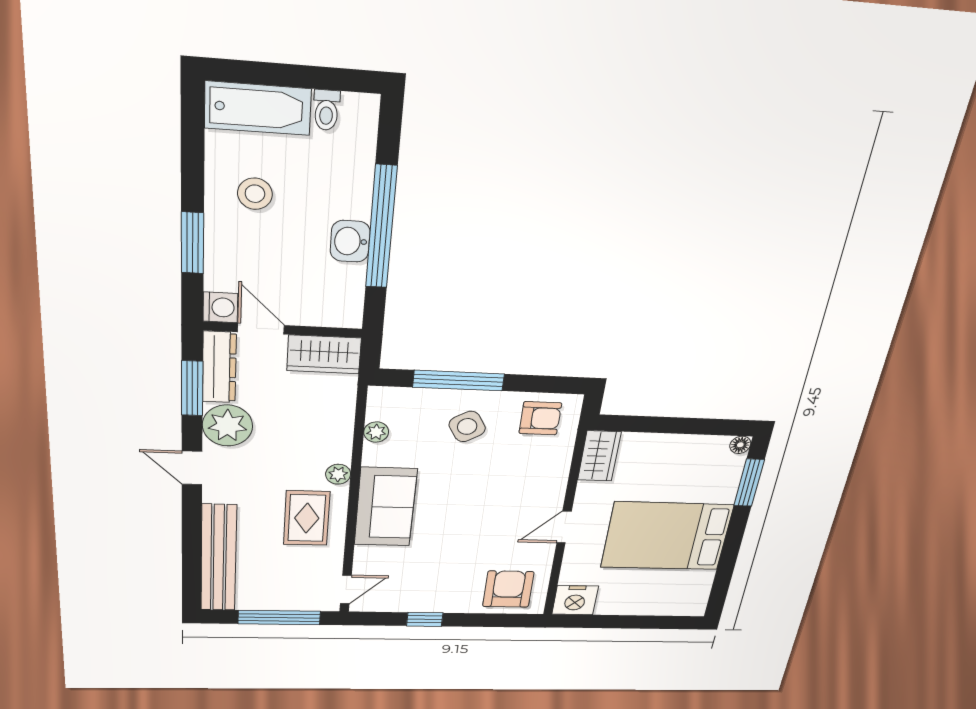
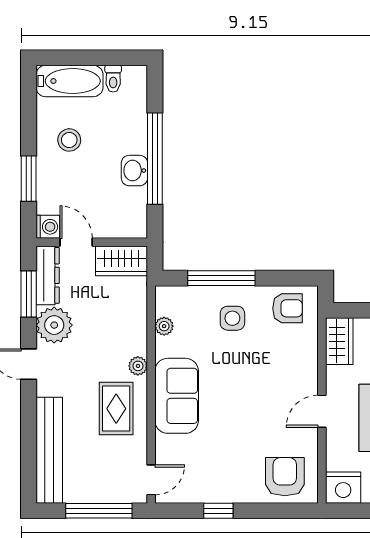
side table: (467, 426) -> (232, 318), turned 31

